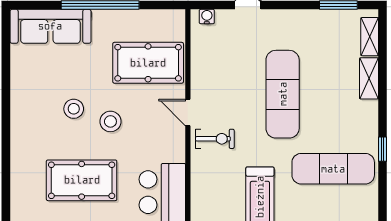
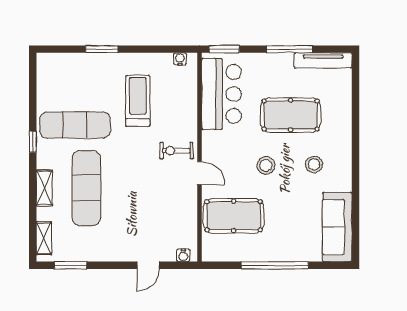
sofa: (50, 26) -> (337, 227), moved, turned -90
shelving: (369, 78) -> (44, 188), moved
exercise mat: (283, 94) -> (86, 188), moved
stool: (74, 109) -> (314, 164), moved

